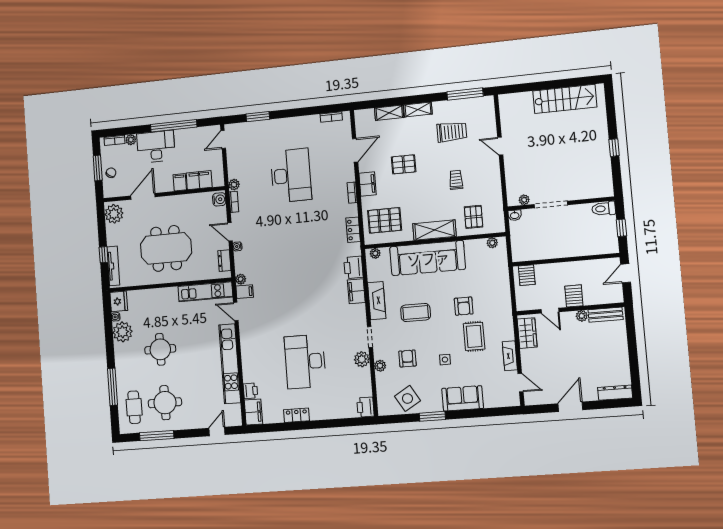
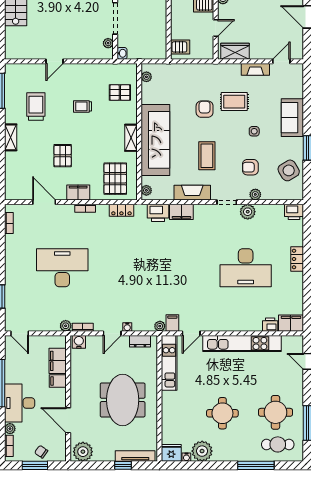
shelving: (389, 113) -> (11, 166), removed
shelving: (434, 230) -> (131, 138), width x0.67, depth x0.75
armchair: (464, 306) -> (205, 109), turned -90
locker: (297, 415) -> (297, 259), moved

